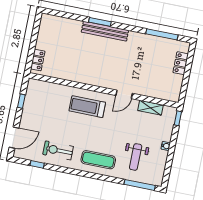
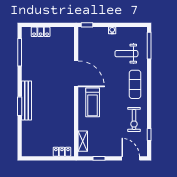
door: (124, 94) -> (76, 74), width x1.87
shelving: (150, 108) -> (83, 141), moved
weight bench: (136, 157) -> (126, 54), turned 180

